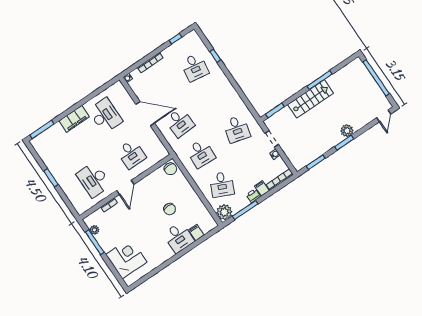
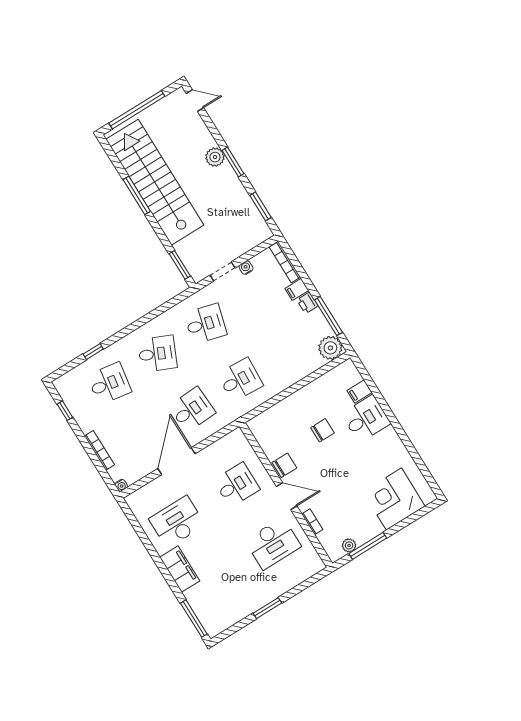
stairs: (311, 99) -> (155, 182), width x1.86, depth x1.51
chair: (170, 169) -> (284, 465), moved
desk: (222, 184) -> (157, 354), moved

